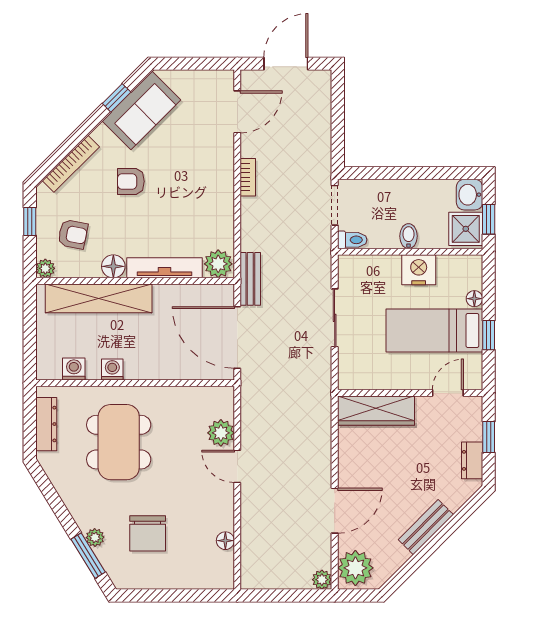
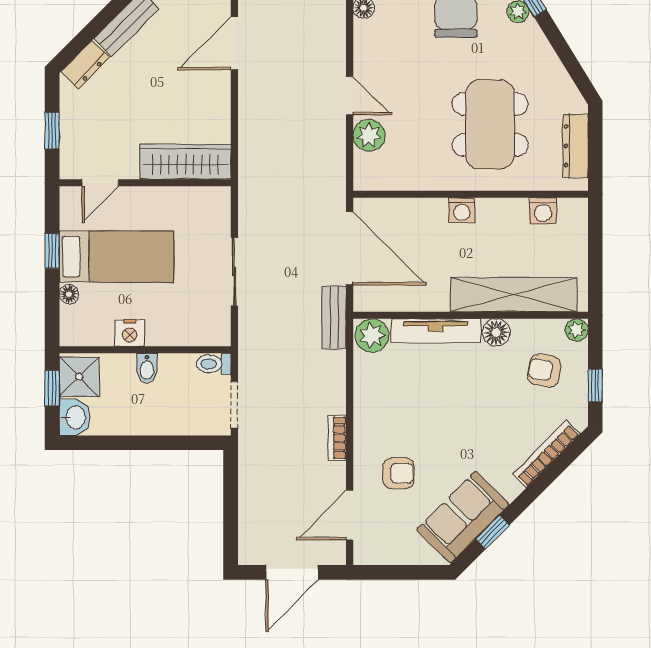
armchair: (131, 181) -> (398, 473), moved
nightstand: (419, 270) -> (130, 333), width x0.74, depth x0.75
washing machine: (112, 370) -> (462, 210), moved
dresser: (472, 460) -> (85, 64), moved, turned 45

